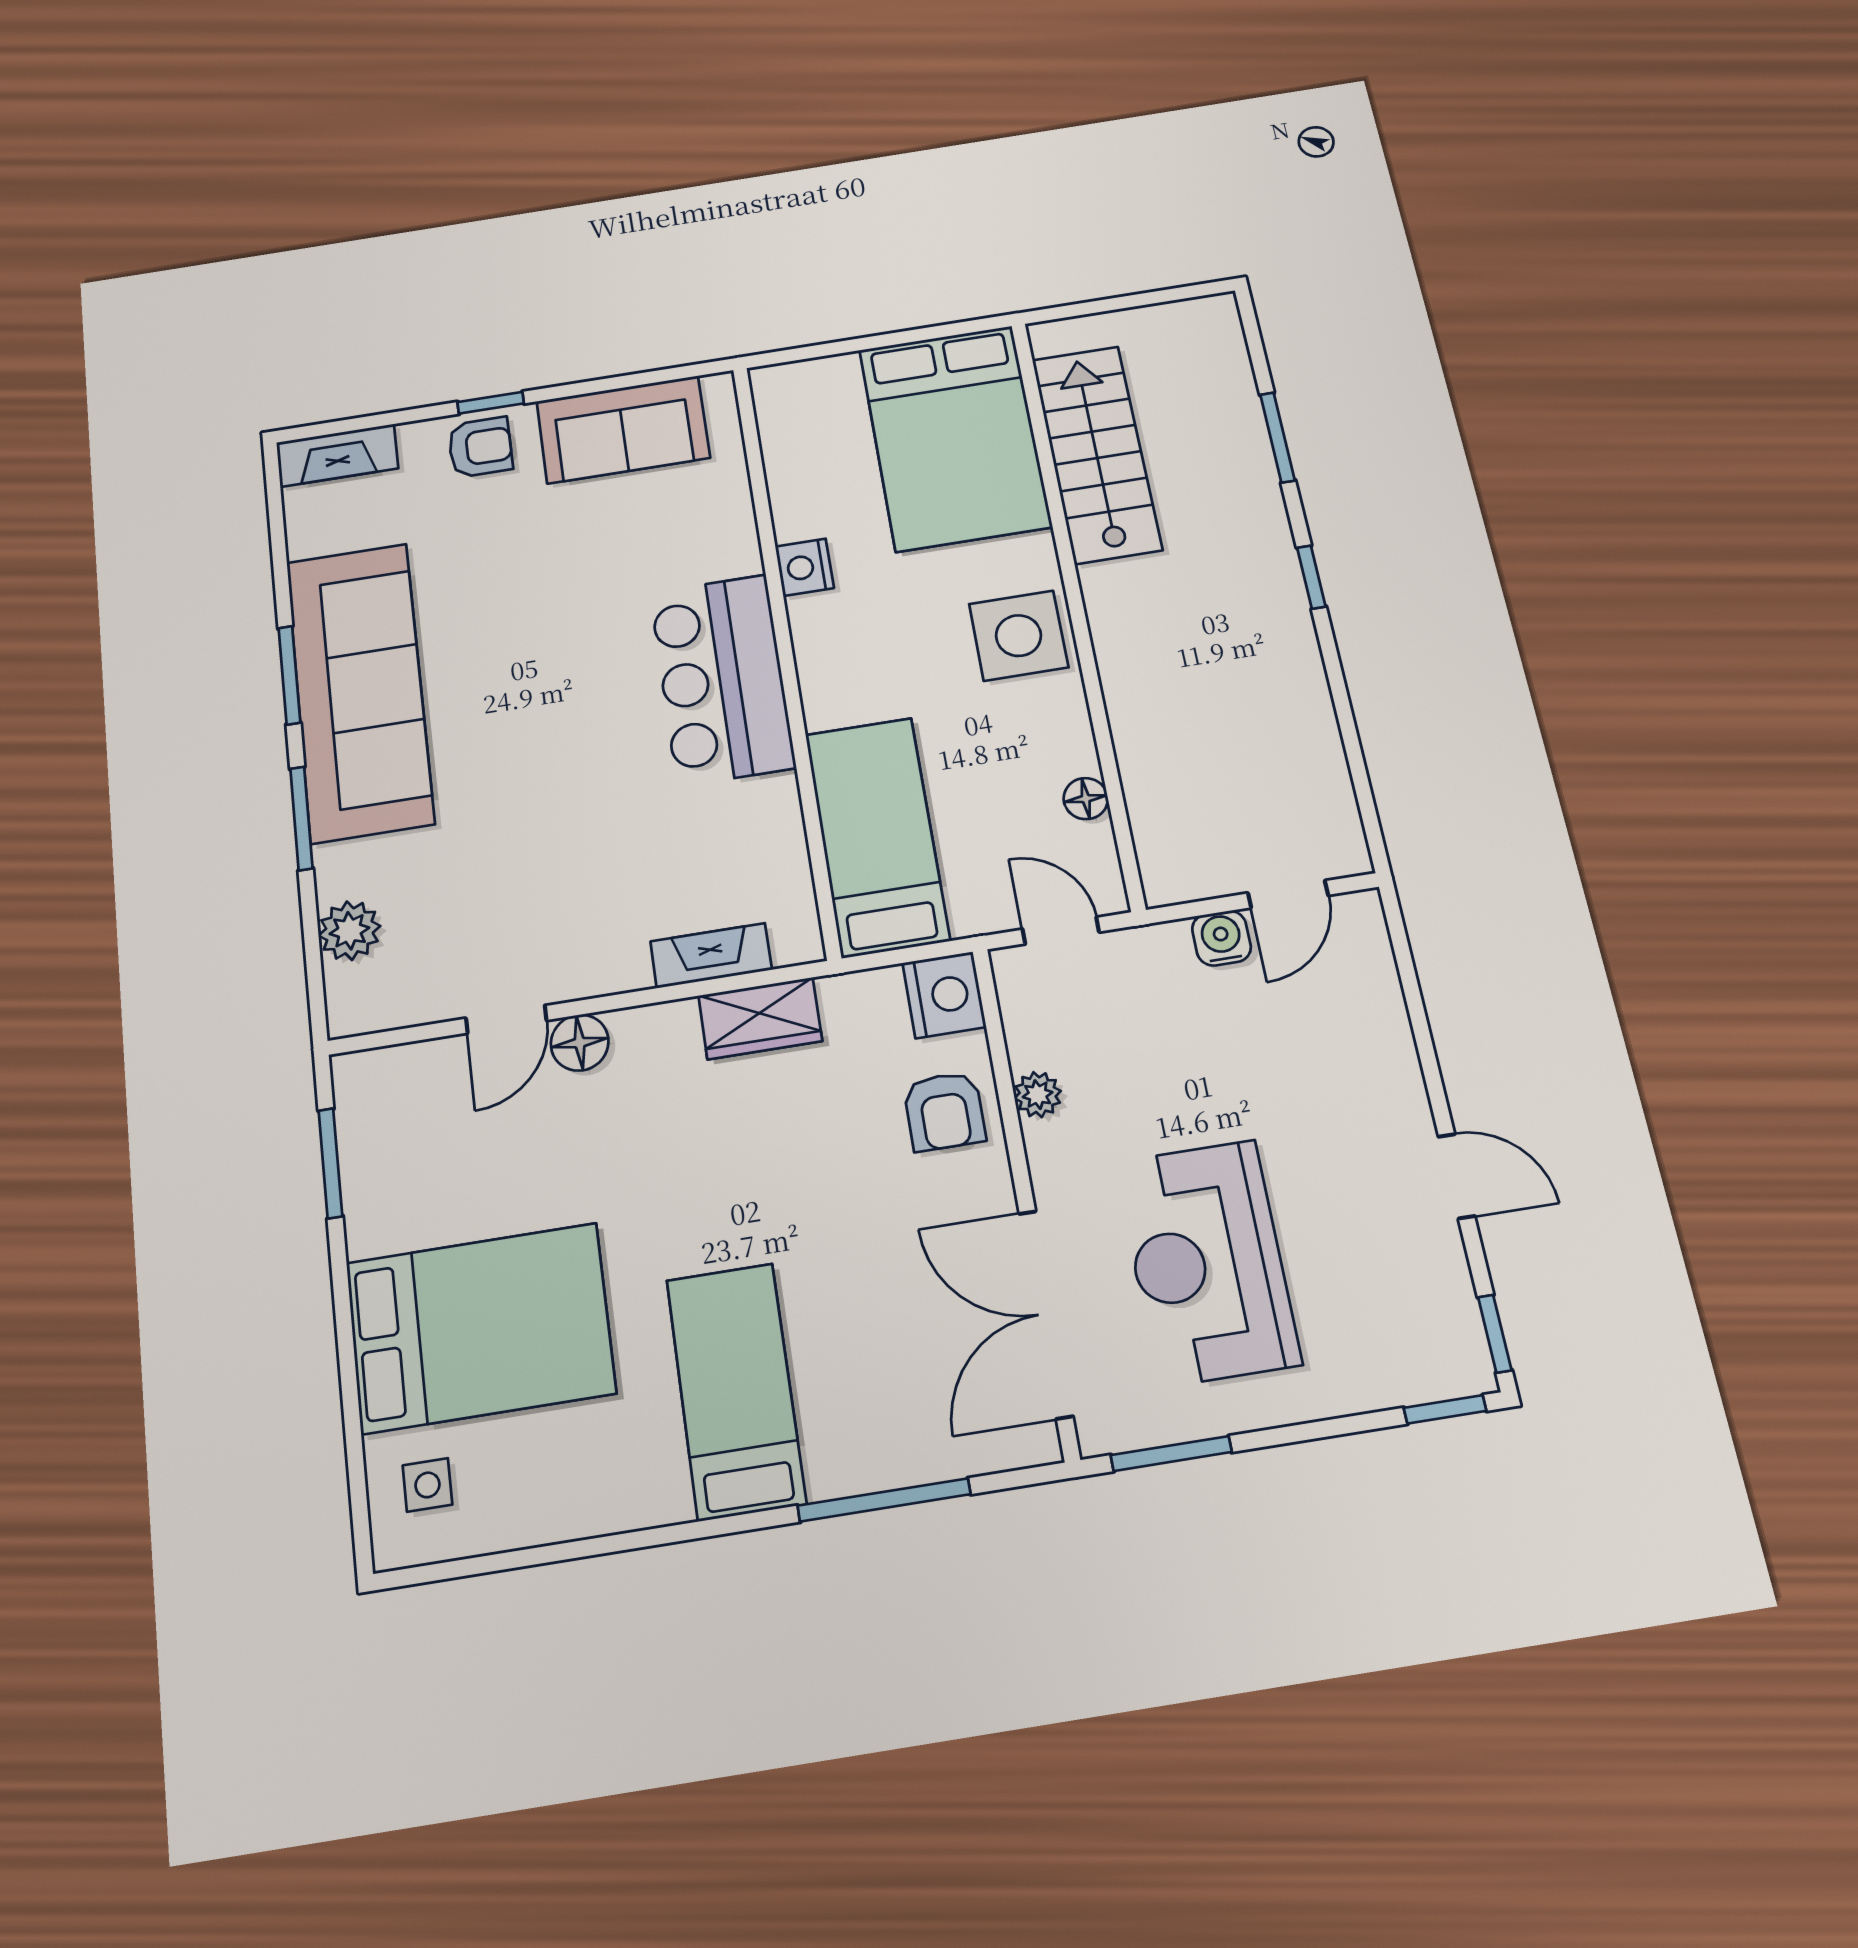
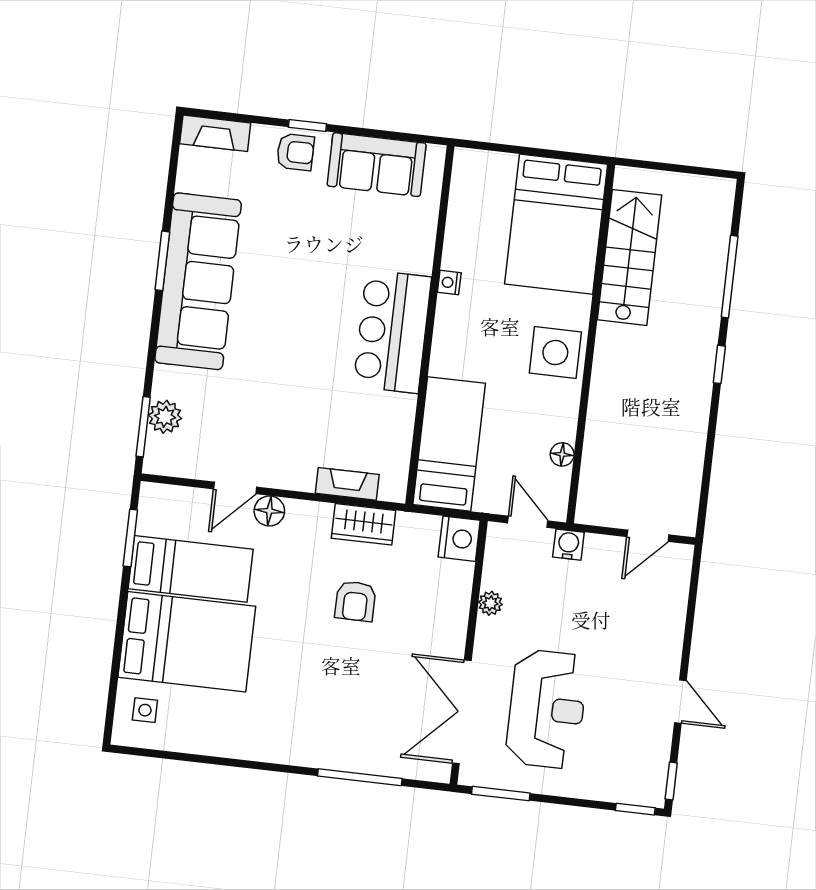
window: (1277, 437) -> (730, 277), width x1.44
nightstand: (805, 567) -> (449, 282), width x0.72, depth x0.74
window: (301, 818) -> (143, 427), moved
water cooler: (1221, 938) -> (568, 545), moved
armchair: (944, 1111) -> (355, 601), moved
reception desk: (1207, 1262) -> (547, 709), turned 180
bed: (736, 1391) -> (191, 569), moved, turned 90

